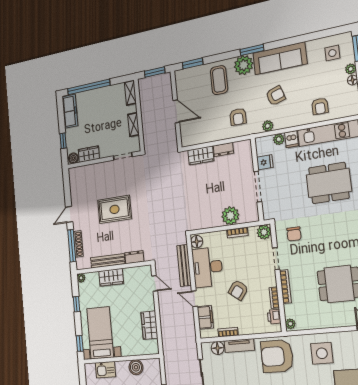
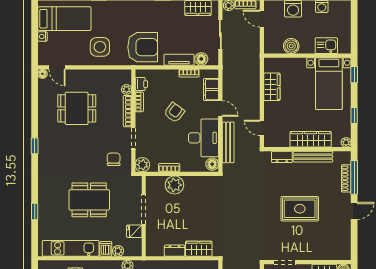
dining table: (329, 183) -> (89, 200), moved
wardrobe: (111, 277) -> (311, 139), width x1.50
plant: (290, 324) -> (127, 89), moved

